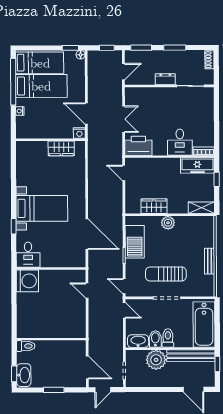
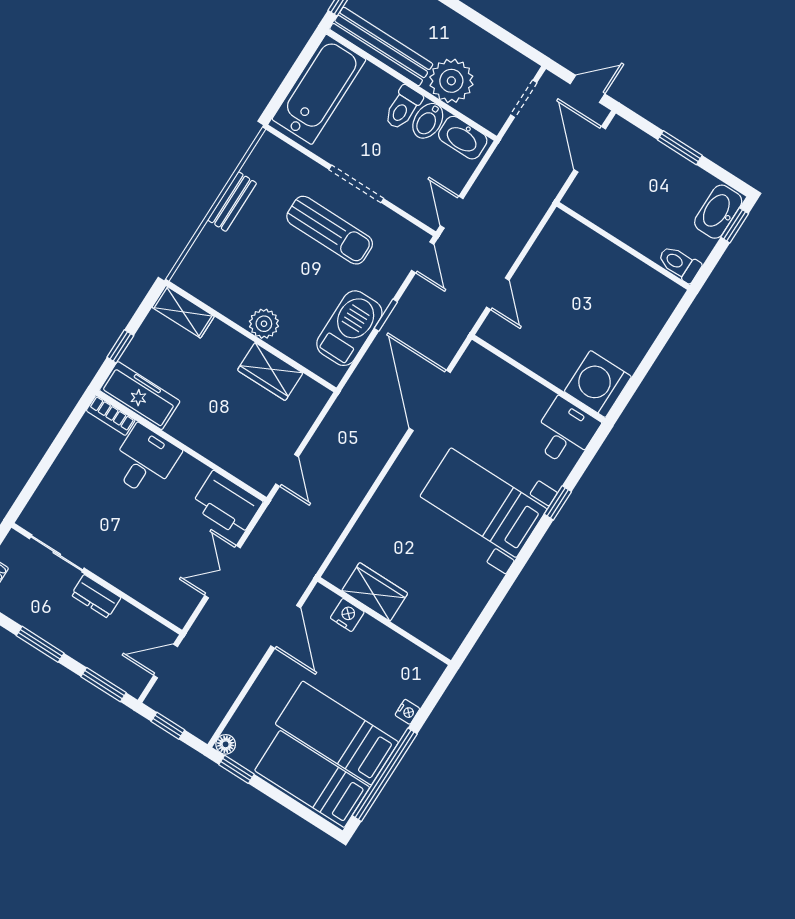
nightstand: (79, 133) -> (347, 615), moved

